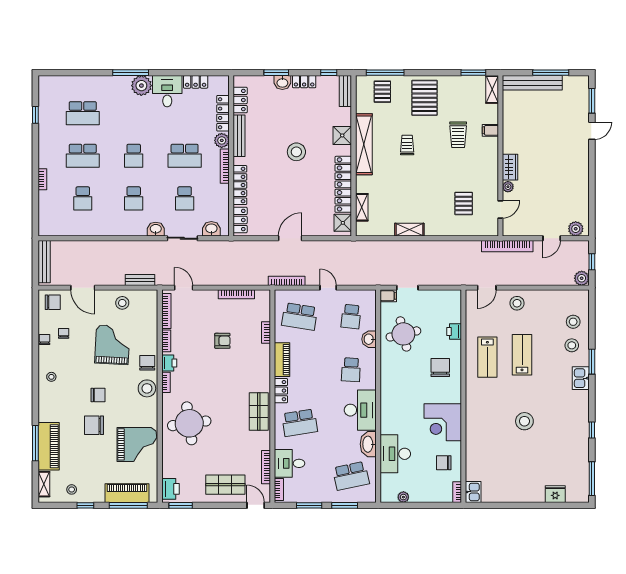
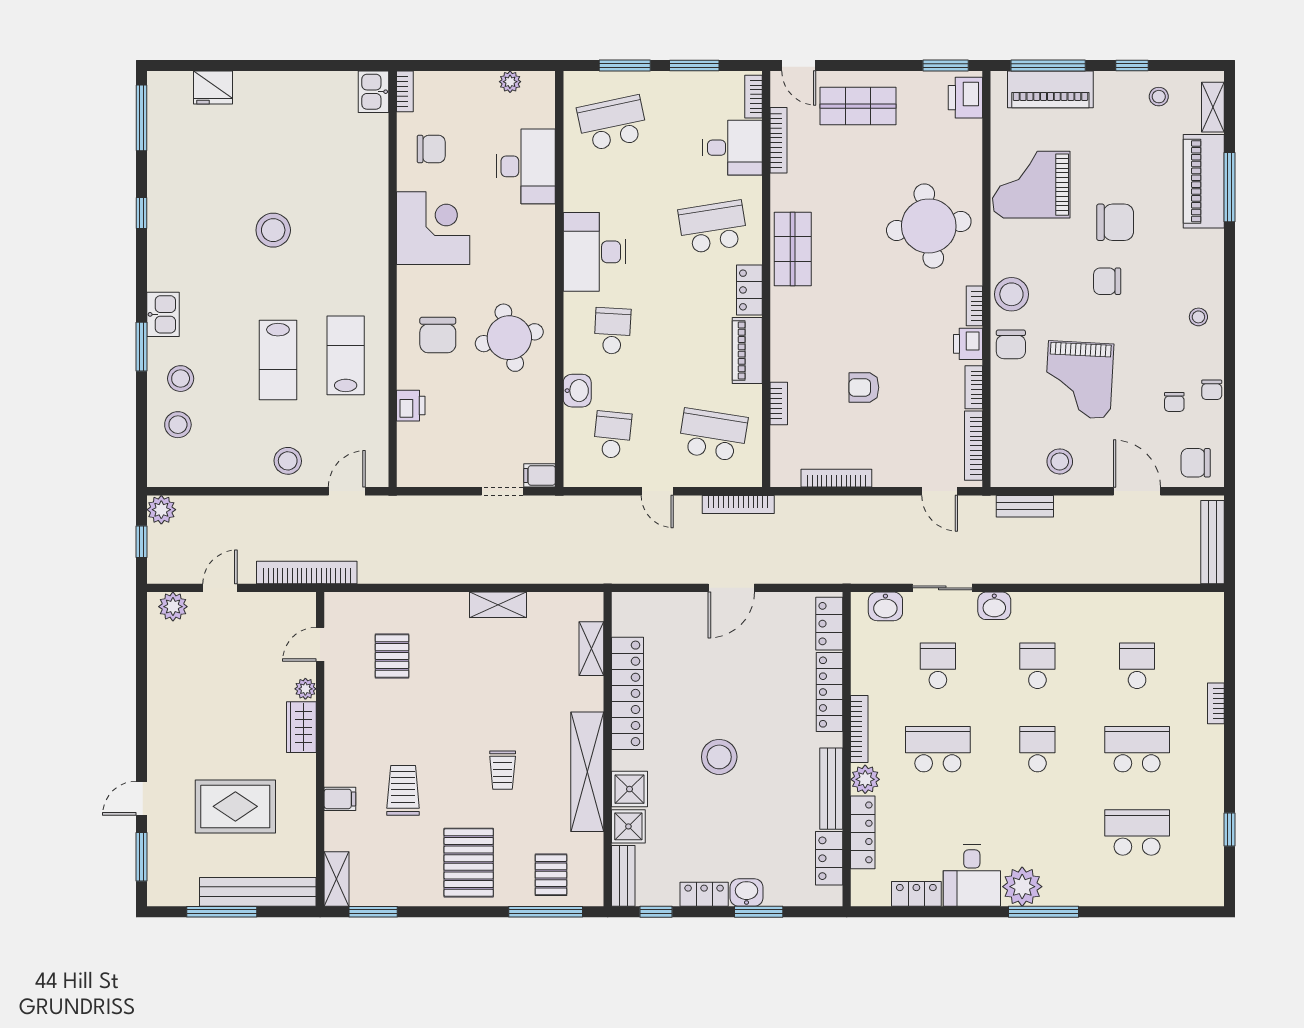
rug: (544, 127) -> (235, 806), added
shower: (343, 223) -> (628, 826), moved
round table: (403, 334) -> (509, 338), moved
washbasin: (368, 444) -> (579, 185), removed

